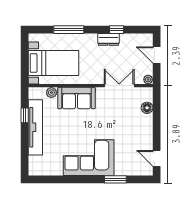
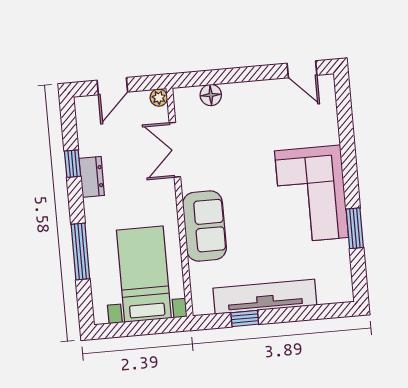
plant: (51, 93) -> (198, 273), removed
door: (157, 158) -> (302, 69), hinge flipped
window: (115, 179) -> (355, 228), moved

